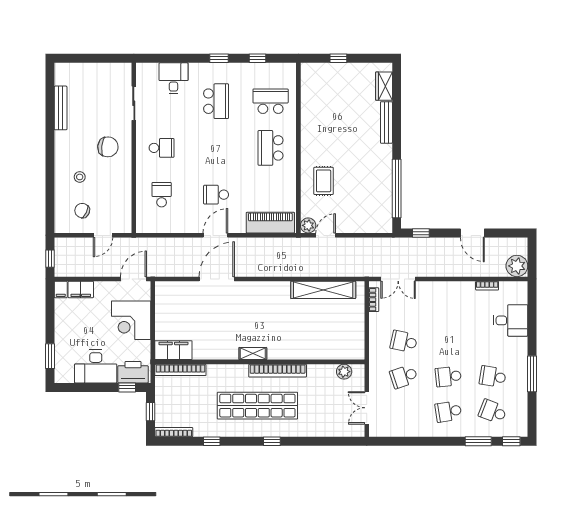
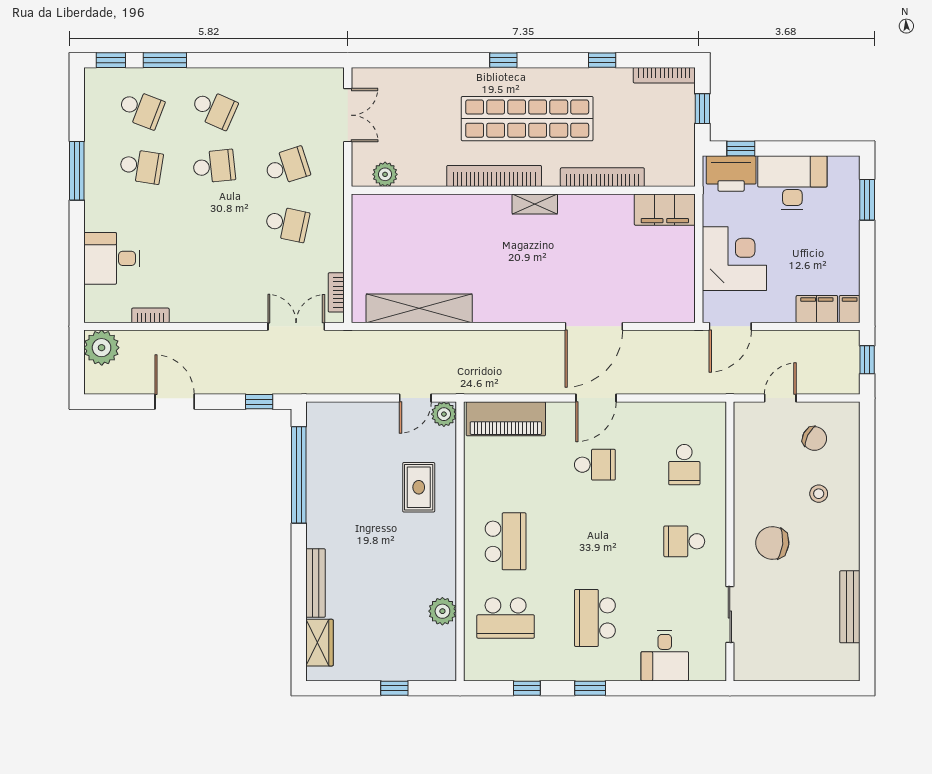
plant: (309, 105) -> (442, 611), added
bookcase: (180, 370) -> (602, 177), moved
school desk: (448, 412) -> (214, 109), turned 33

